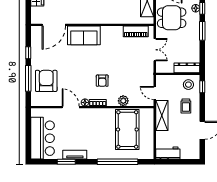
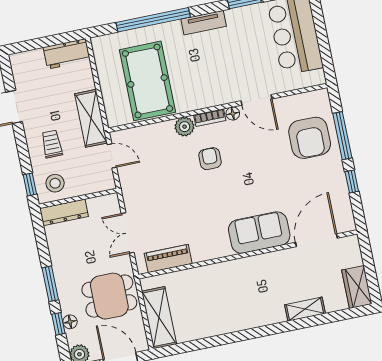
plant: (123, 101) -> (185, 127), moved
tv unit: (75, 155) -> (204, 23), moved

